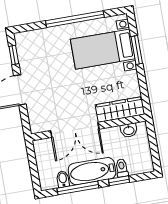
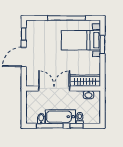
double door: (75, 130) -> (54, 88), swing flipped

